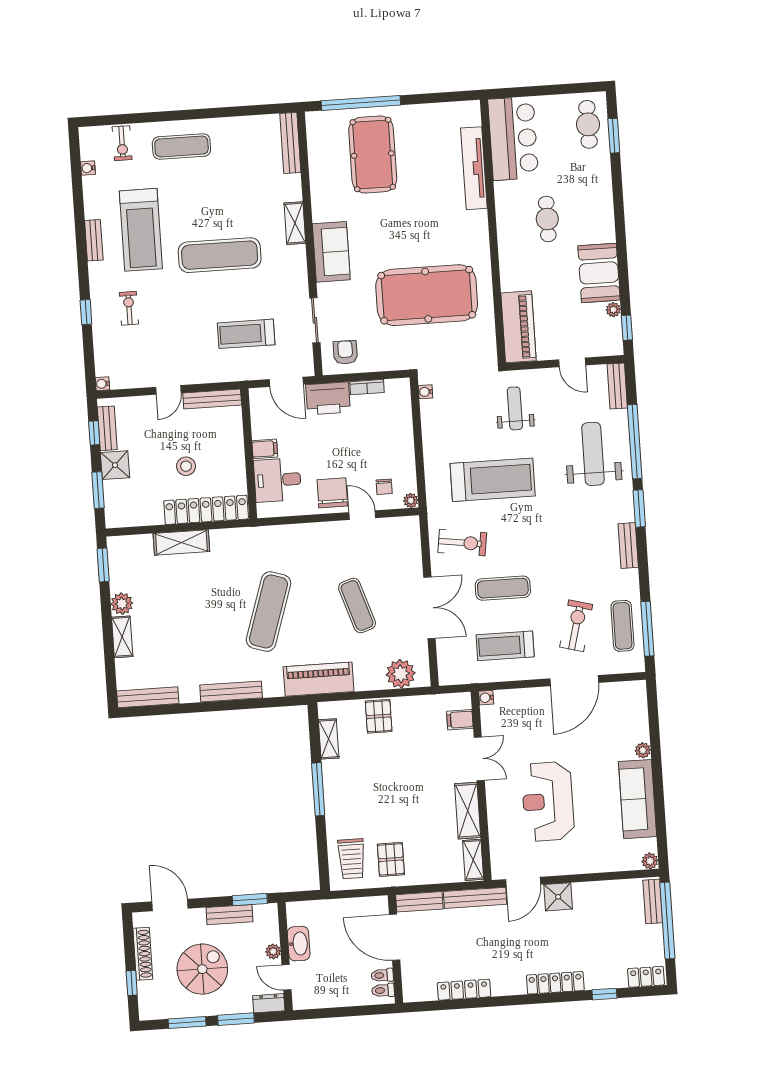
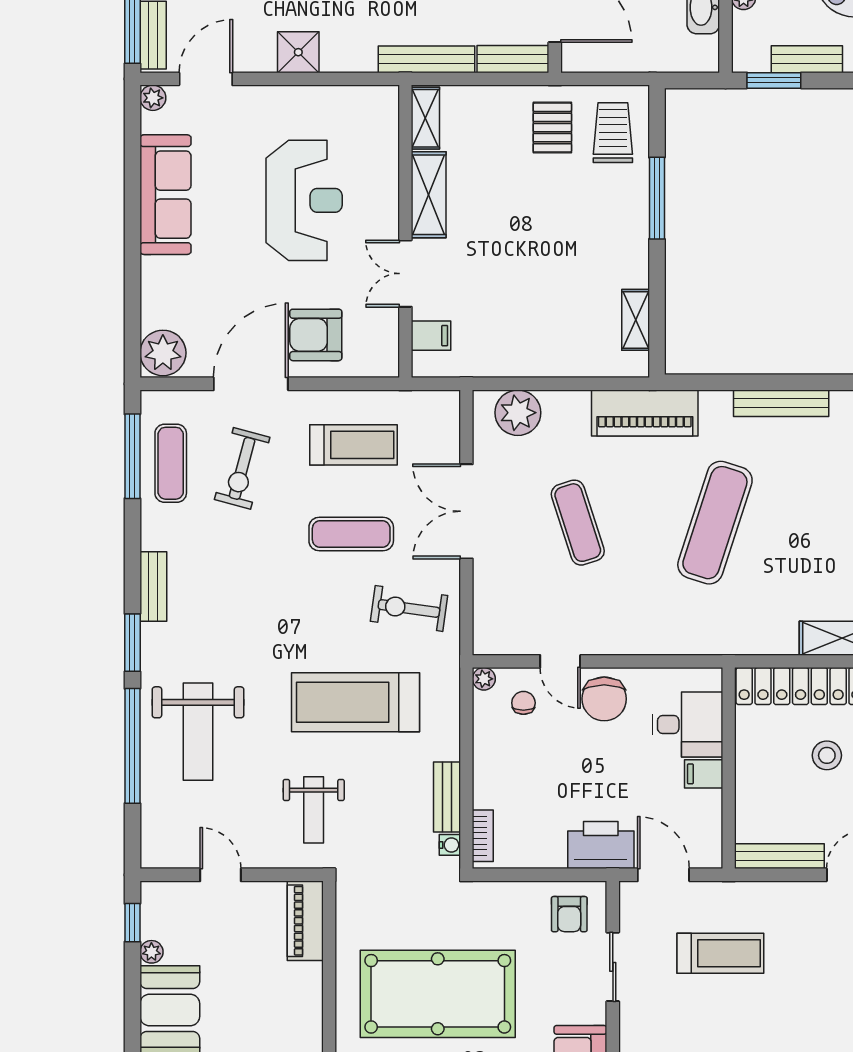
piano: (519, 327) -> (305, 921), width x0.73, depth x0.75
bench: (617, 386) -> (447, 797), moved
bookcase: (367, 387) -> (483, 836), moved, turned 90
water cooler: (486, 698) -> (388, 367), removed
armchair: (534, 715) -> (316, 335), added
pallet: (379, 716) -> (556, 349), removed
plant: (643, 750) -> (163, 353), moved, width x1.88, depth x1.88
window: (318, 789) -> (657, 198), moved
door: (523, 882) -> (206, 79), moved

